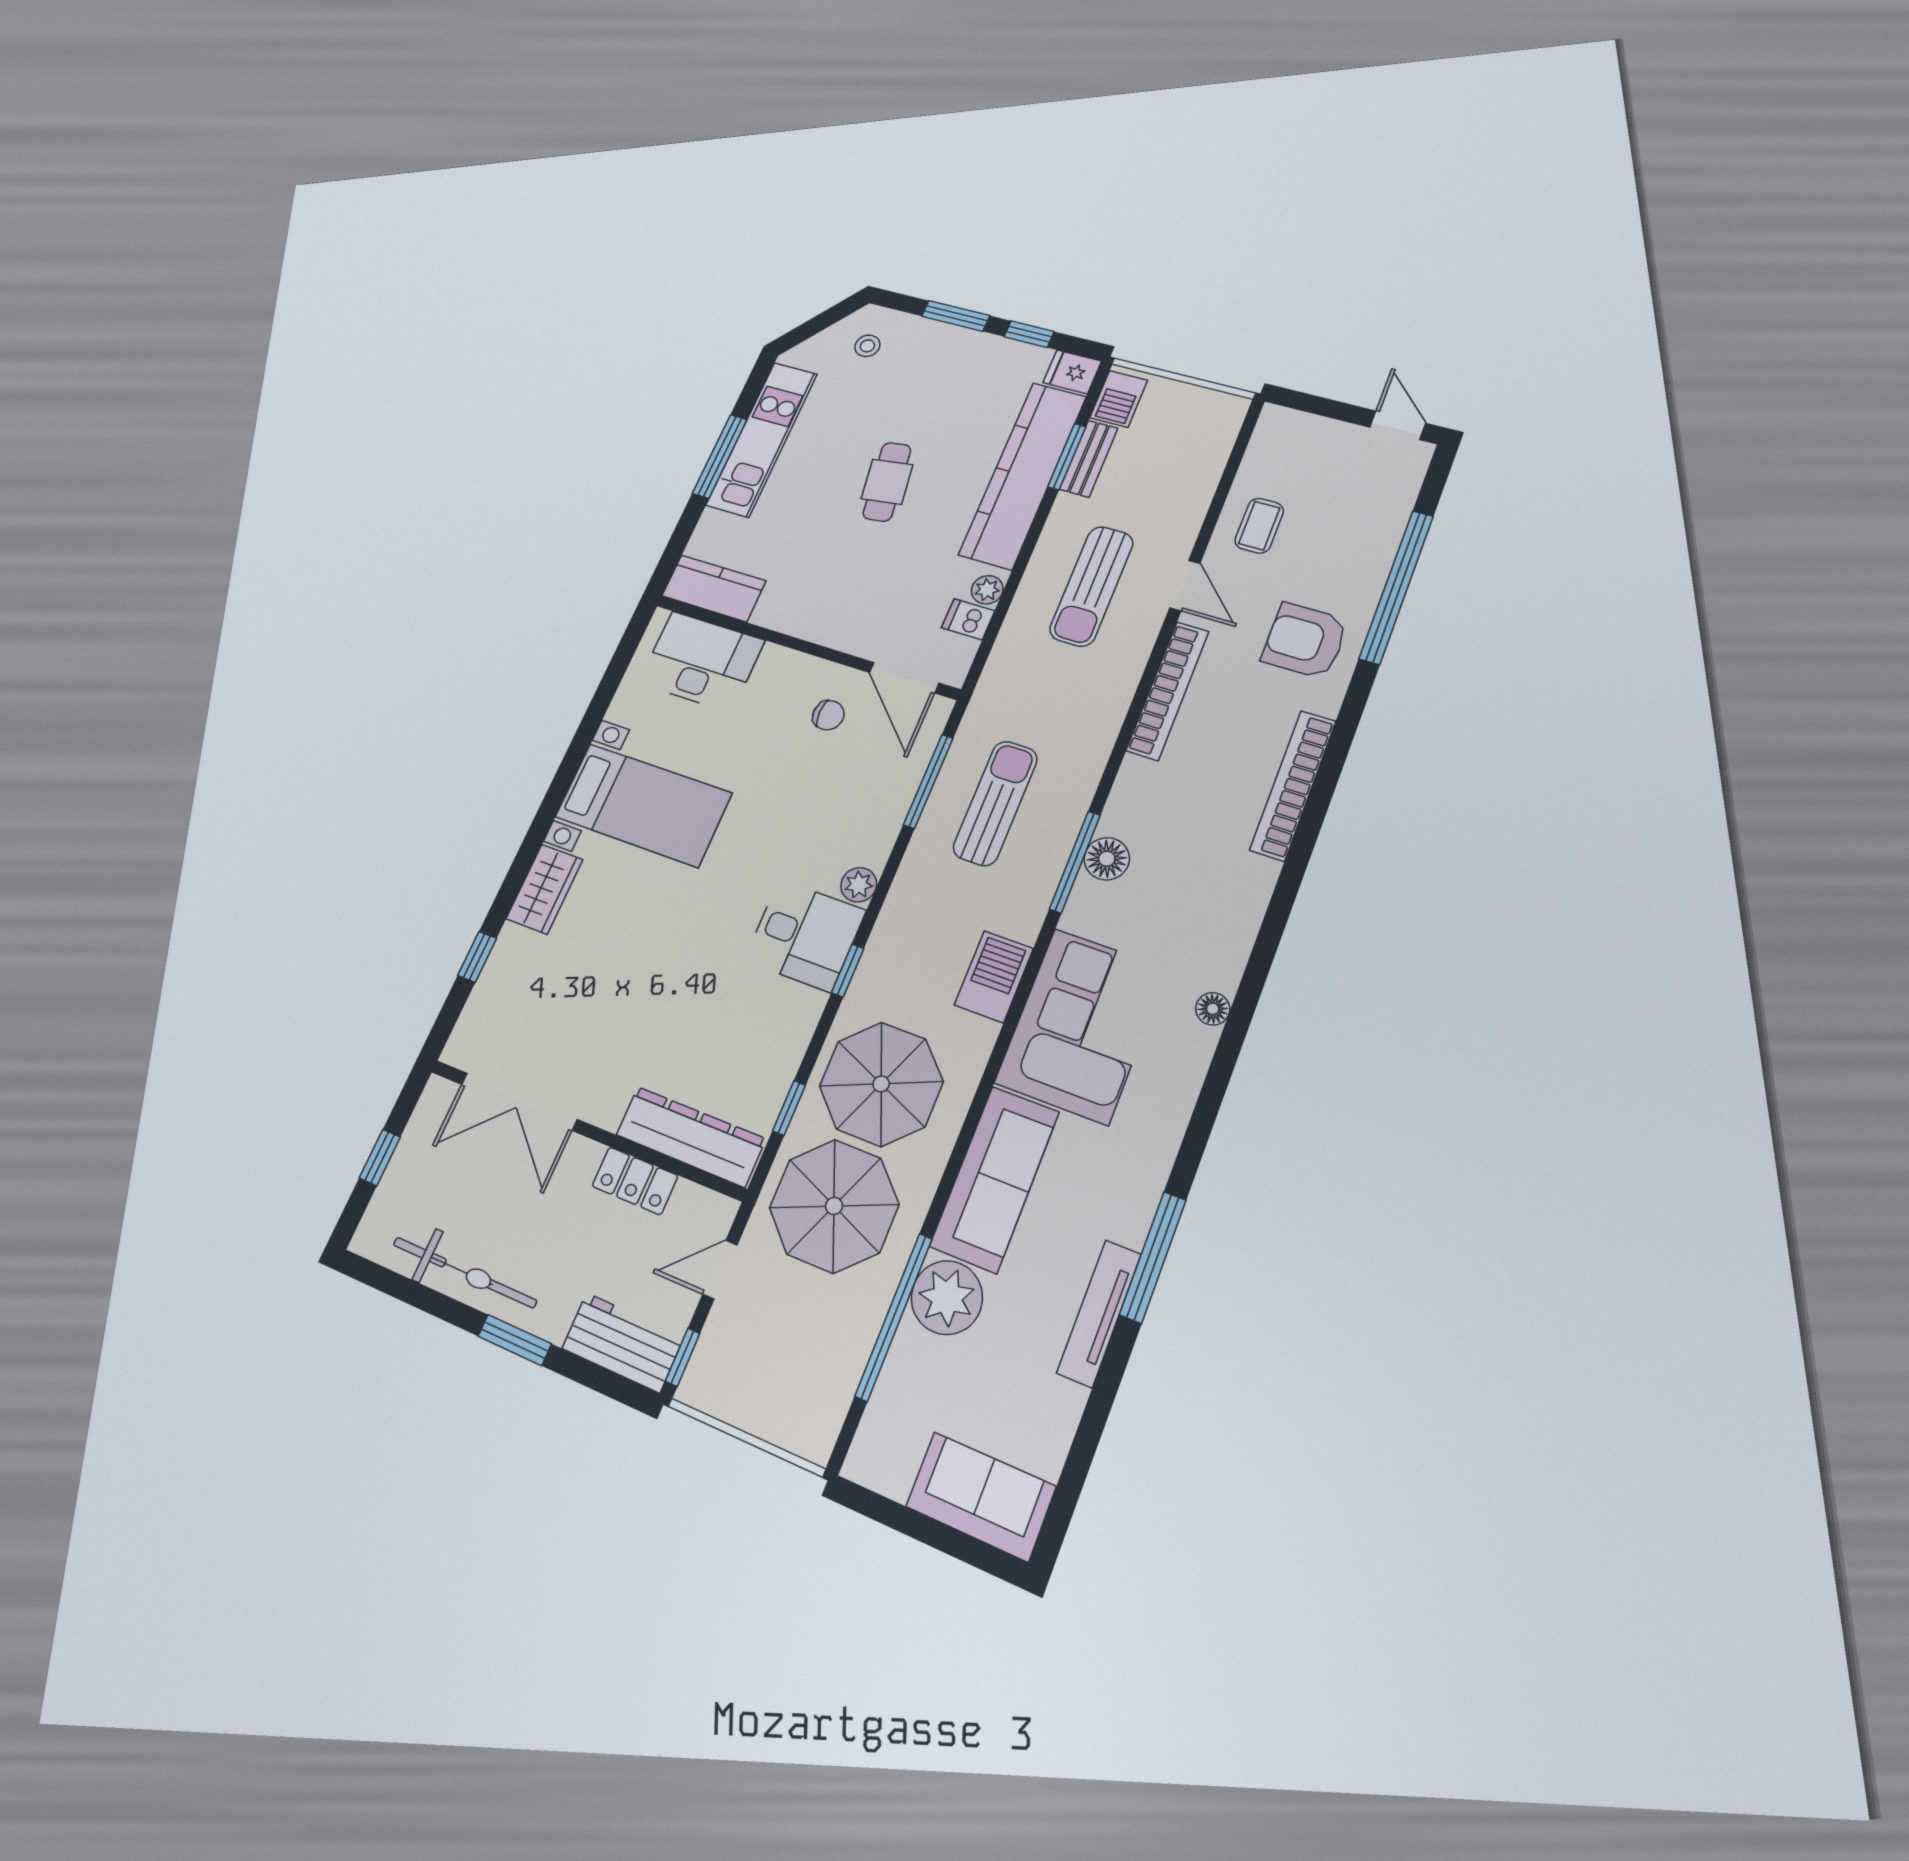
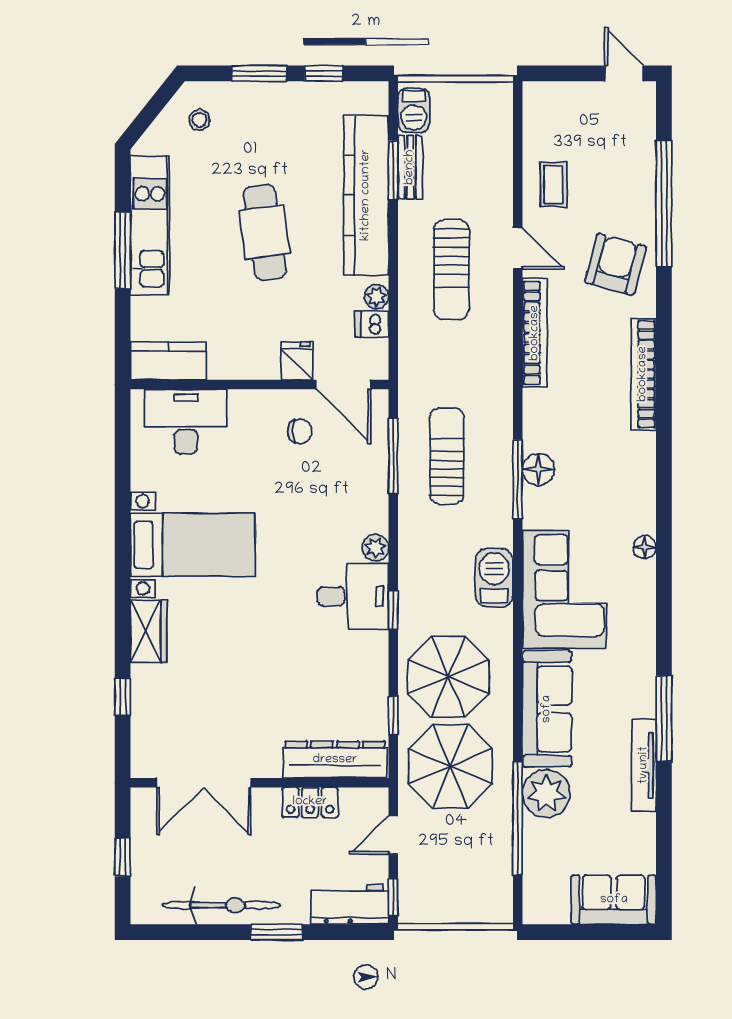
fridge: (1072, 372) -> (297, 361), moved, turned 90
cafe table: (887, 482) -> (265, 232), width x1.37, depth x1.35
armchair: (1305, 641) -> (615, 264), turned 105

